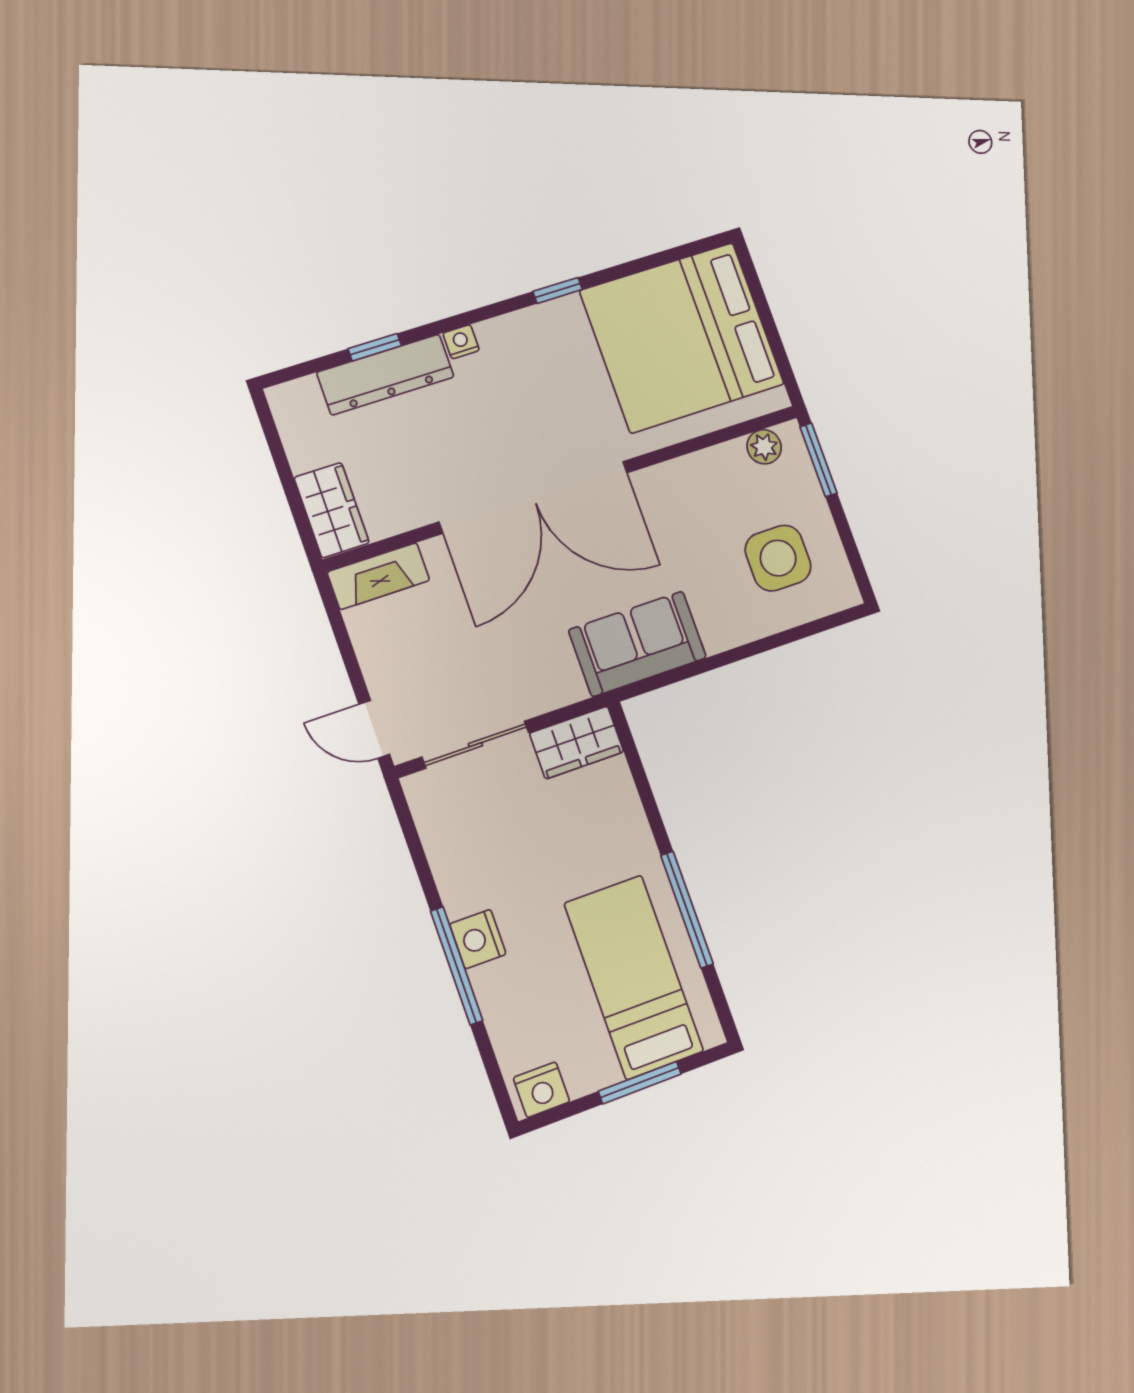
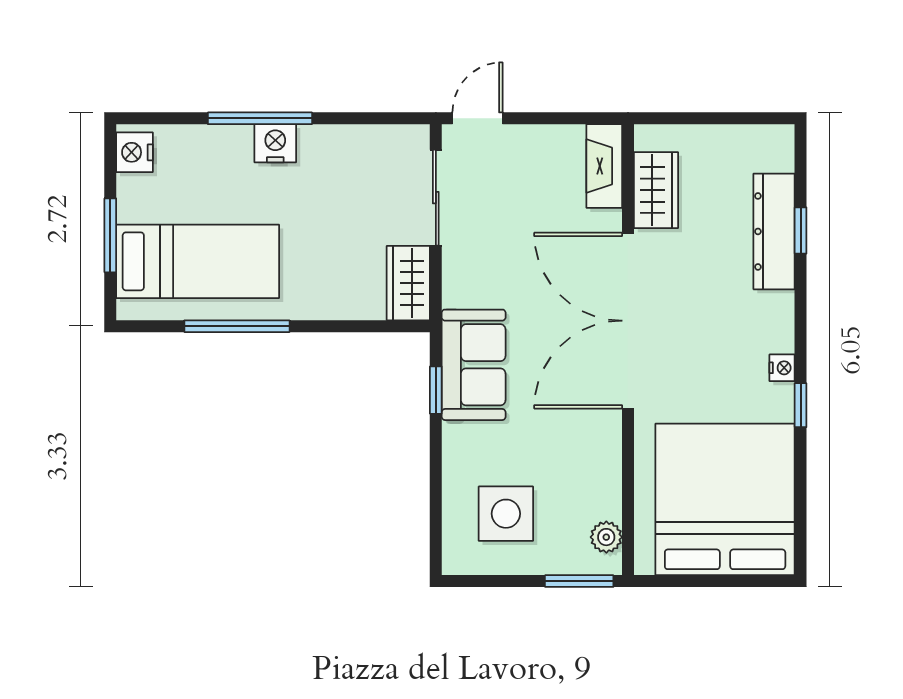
nightstand: (461, 342) -> (782, 368), moved
wardrobe: (332, 510) -> (656, 190), moved, turned -90
window: (678, 675) -> (436, 390), added

